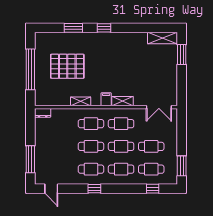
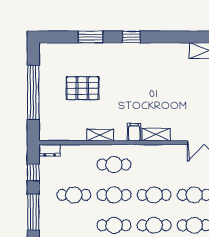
pallet: (67, 66) -> (82, 88), width x0.73, depth x0.71
cafe table: (121, 124) -> (74, 195), moved
window: (30, 130) -> (33, 172), added

